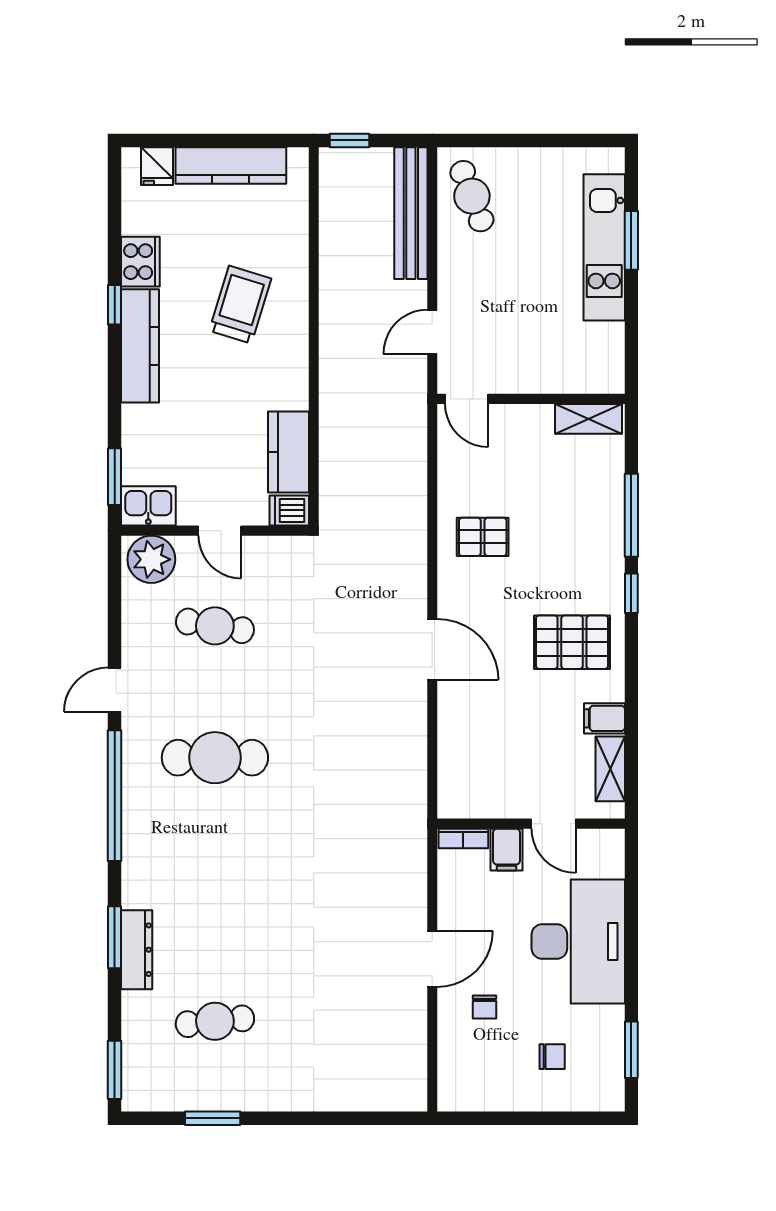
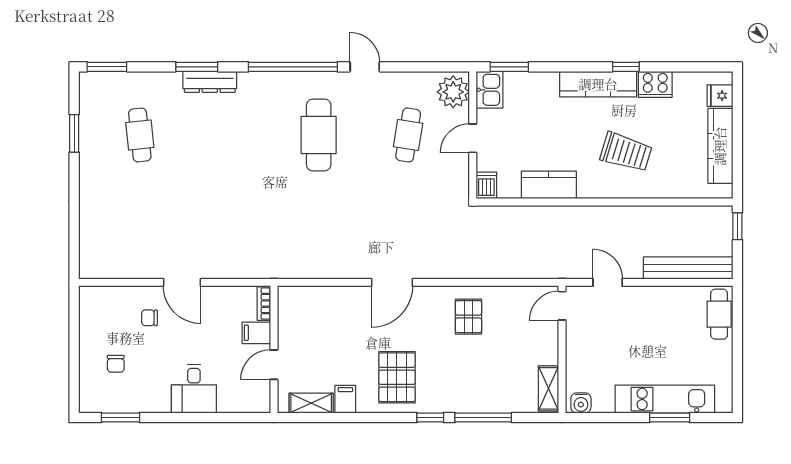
cafe table: (472, 196) -> (719, 314), moved, turned -69
water cooler: (610, 371) -> (581, 403), added
kitchen counter: (288, 452) -> (549, 185), moved
desk: (578, 942) -> (194, 389), width x0.53, depth x0.77
dresser: (137, 950) -> (210, 82), moved

